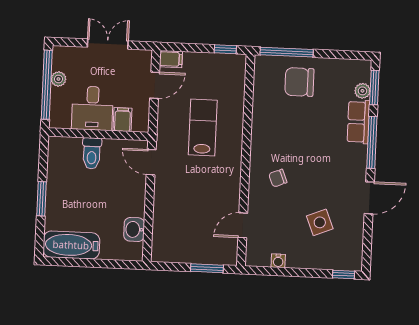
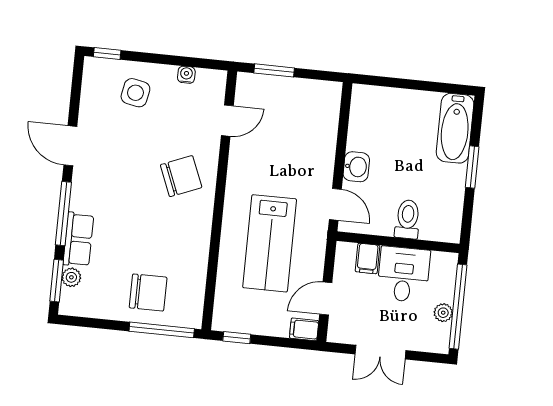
lab bench: (203, 127) -> (270, 243), width x1.36, depth x1.39
chair: (278, 178) -> (181, 176), width x1.87, depth x1.87
door: (369, 198) -> (70, 146), hinge flipped
side table: (320, 222) -> (135, 93), moved, turned 33
washbasin: (134, 229) -> (356, 167), moved
bathtub: (71, 245) -> (455, 128), moved, turned 90

